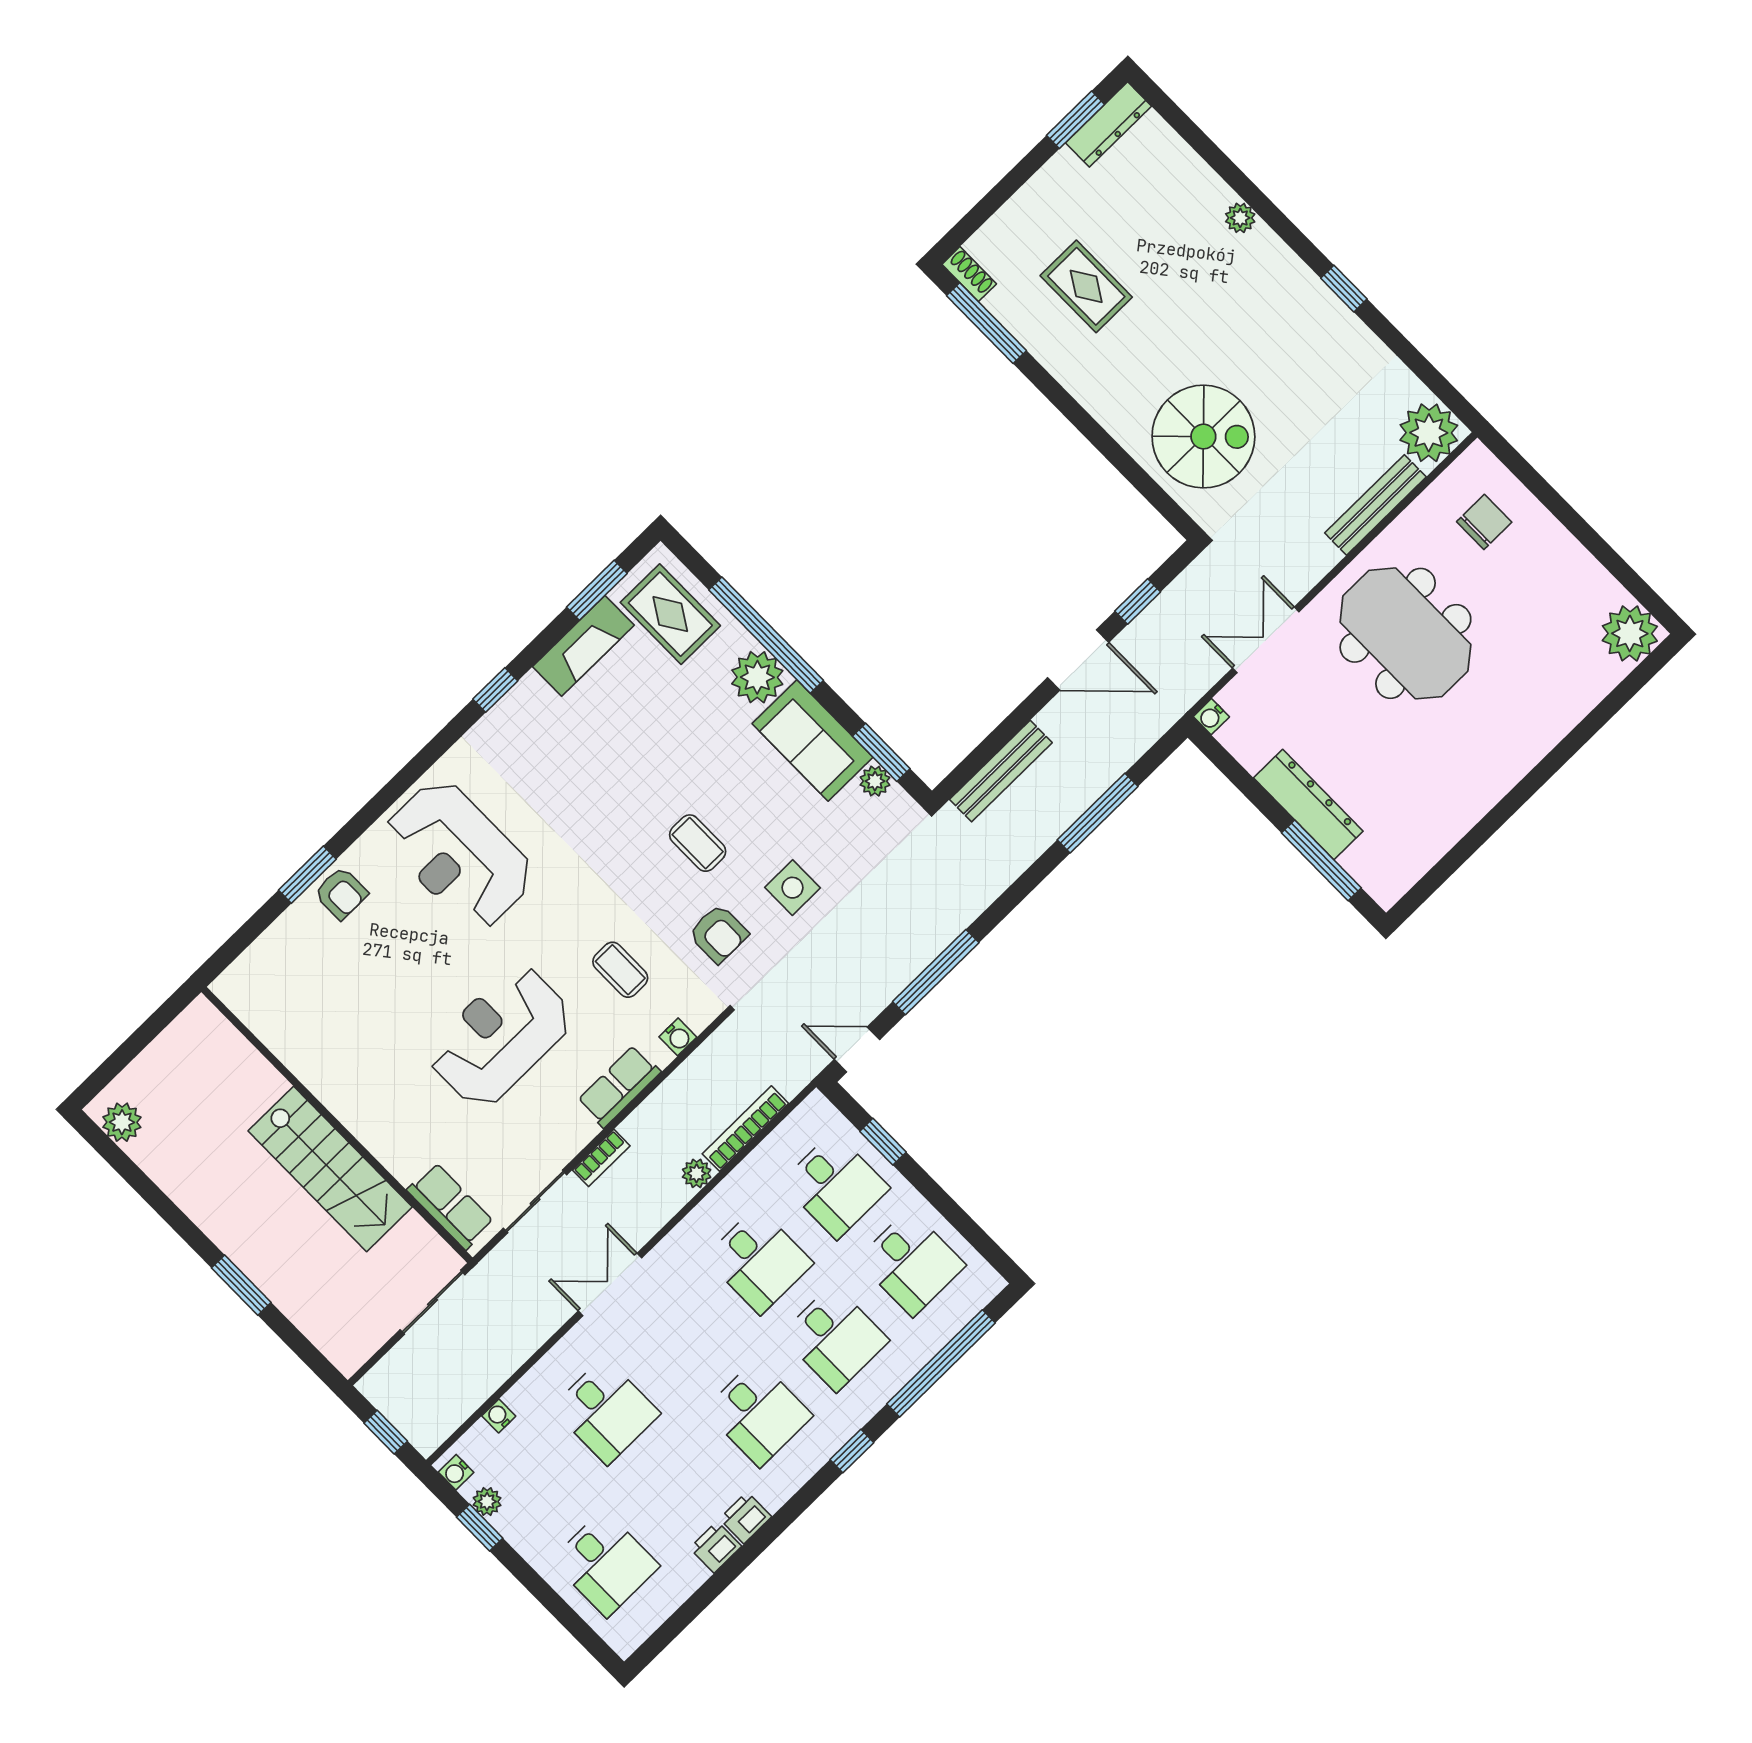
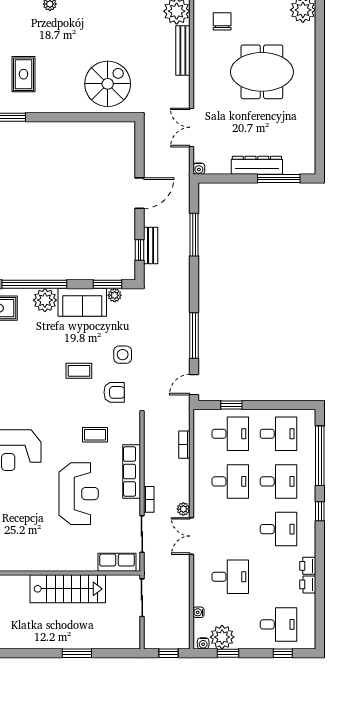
rug: (1086, 286) -> (24, 74), turned 90
window: (1138, 601) -> (139, 250), moved
meeting table: (1405, 633) -> (262, 72), moved
bench: (1001, 771) -> (151, 246), width x0.73
reception desk: (500, 1036) -> (79, 494), turned 180
water cooler: (678, 1037) -> (134, 437), removed
row of seats: (619, 1086) -> (132, 472), width x1.48
bookcase: (745, 1129) -> (184, 445), width x0.64
plant: (697, 1173) -> (183, 509), moved
plant: (487, 1501) -> (222, 637), width x1.88, depth x1.88
window: (566, 1615) -> (283, 653), added

